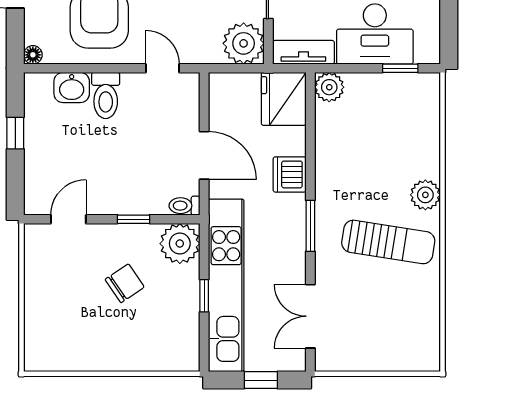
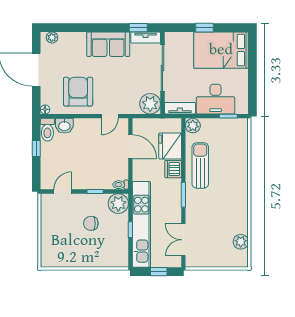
door: (162, 68) -> (110, 116), swing flipped
toilet: (106, 95) -> (47, 130), moved
fridge: (284, 99) -> (170, 146), moved
door: (204, 155) -> (130, 147), moved
plant: (425, 195) -> (241, 242), moved
sun lounger: (388, 242) -> (200, 165), moved, turned -99
chair: (125, 283) -> (91, 223), turned -146

